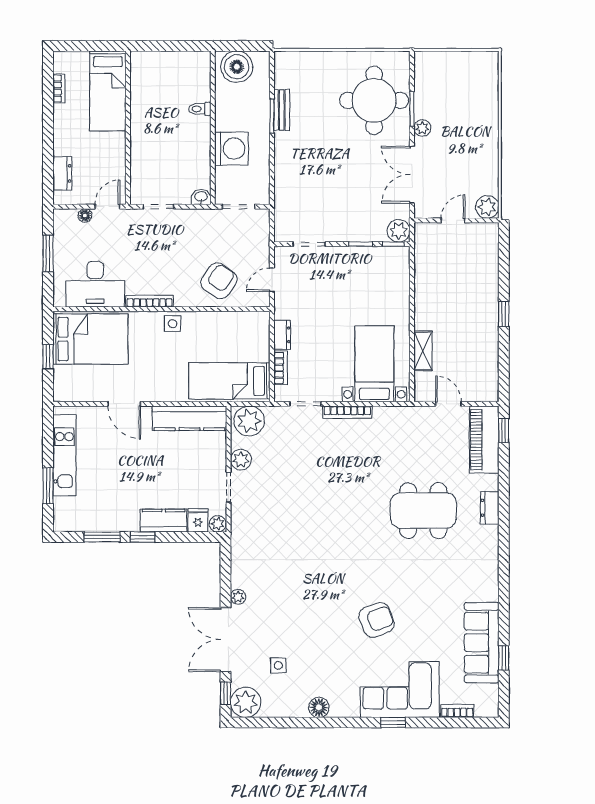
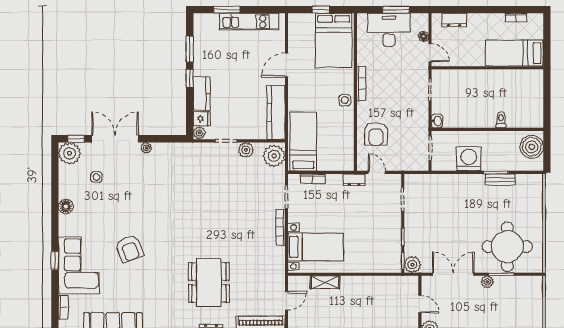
washing machine: (231, 149) -> (469, 159), moved, turned 180
armchair: (219, 281) -> (376, 134), turned 55
desk: (95, 284) -> (389, 30), moved, turned 90
dresser: (282, 335) -> (354, 180), moved

